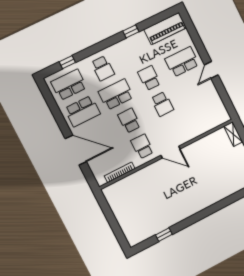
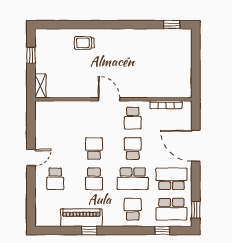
piano: (165, 29) -> (81, 218), moved
school desk: (182, 62) -> (55, 179), width x0.54
window: (47, 95) -> (196, 210), added
school desk: (129, 121) -> (133, 148), turned 180
trolley: (215, 189) -> (84, 43), added
window: (164, 235) -> (172, 25), moved

